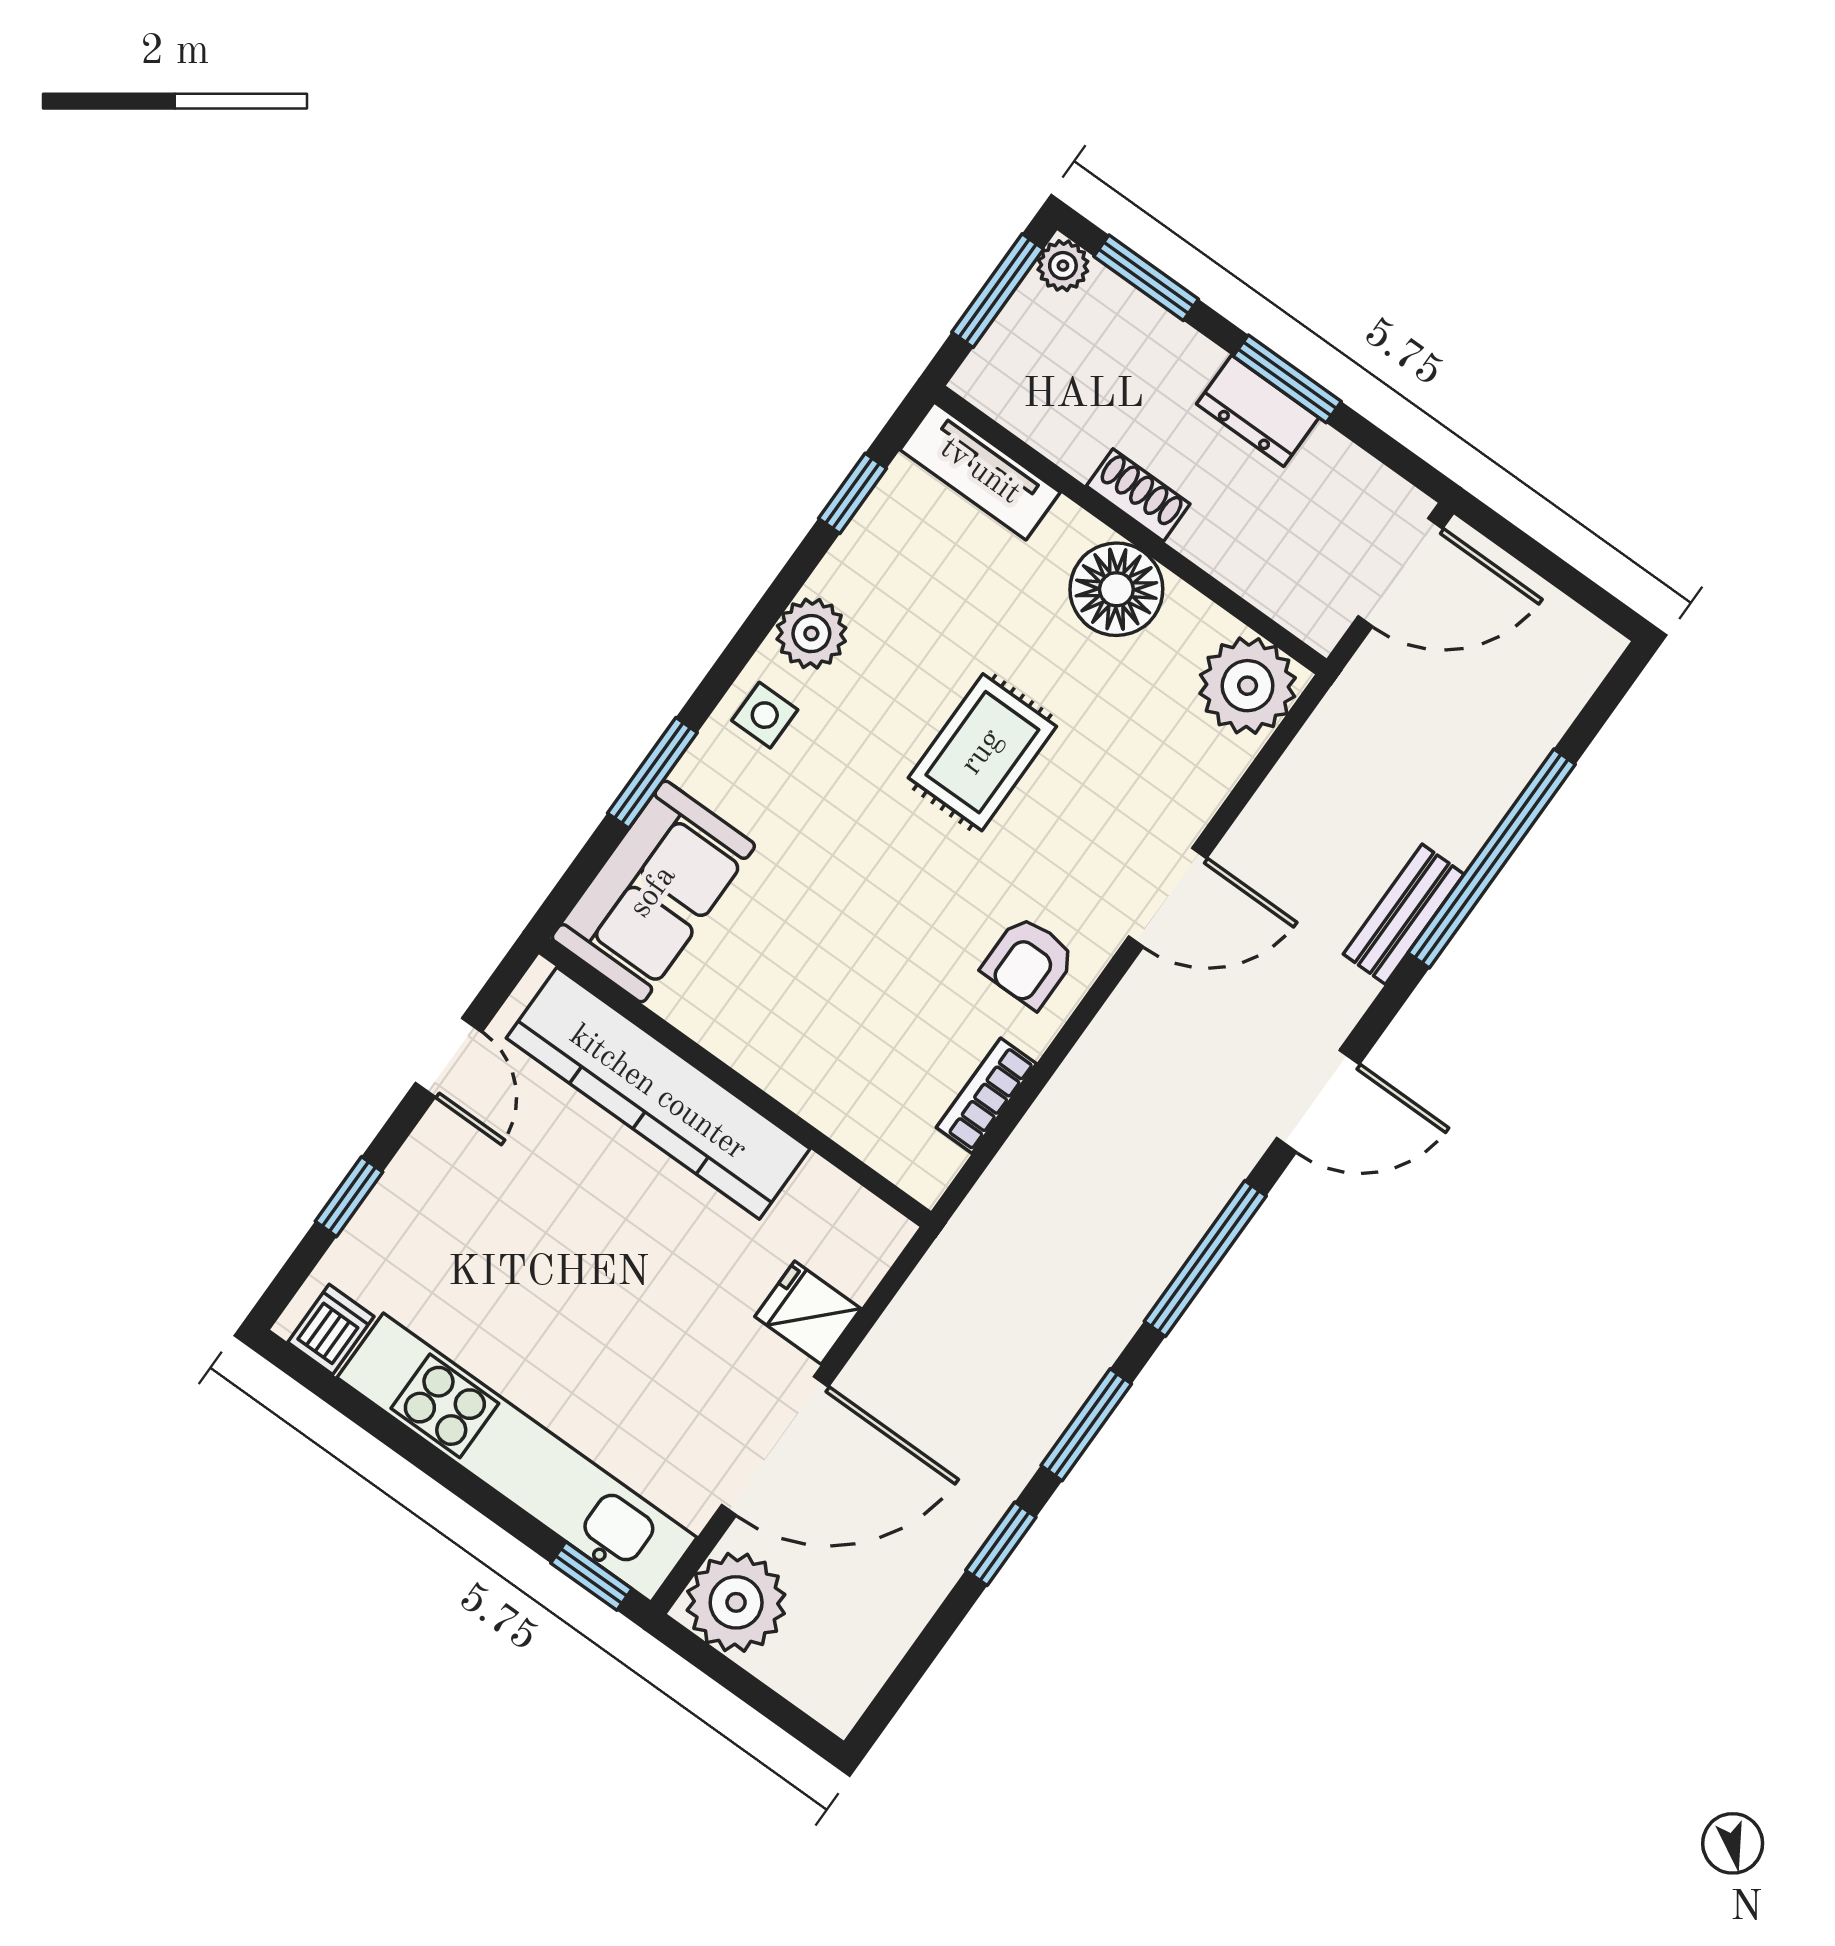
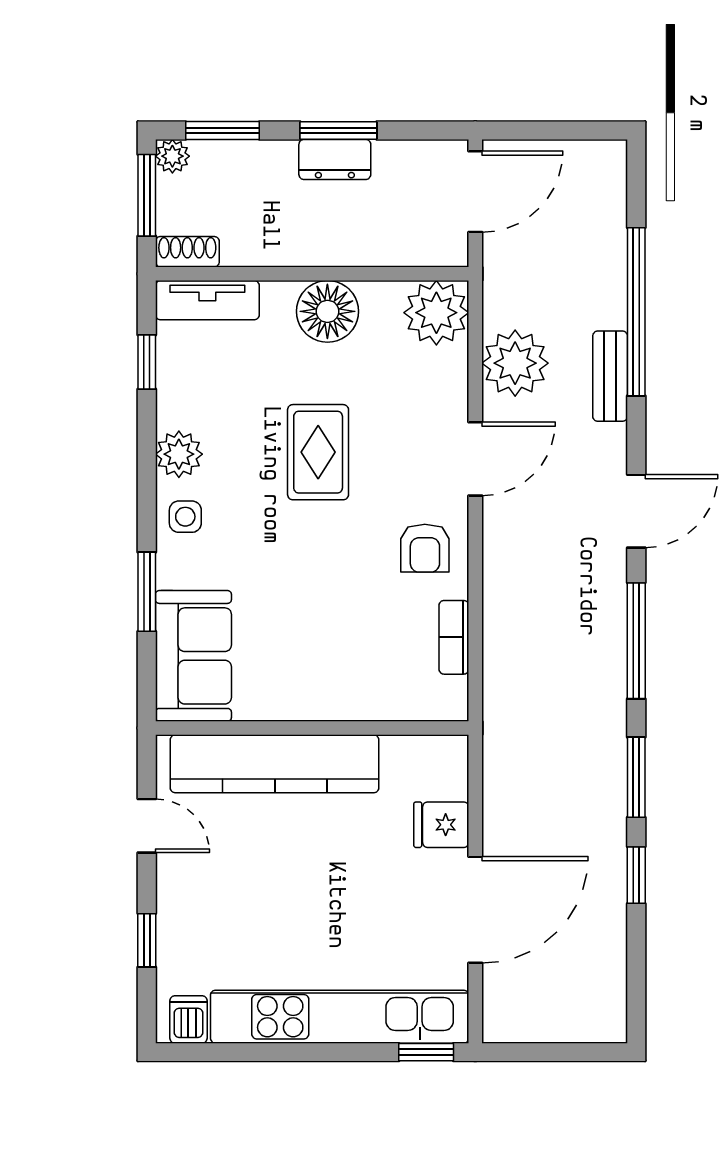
shoe rack: (1138, 495) -> (187, 252), moved
plant: (736, 1602) -> (515, 363), moved

